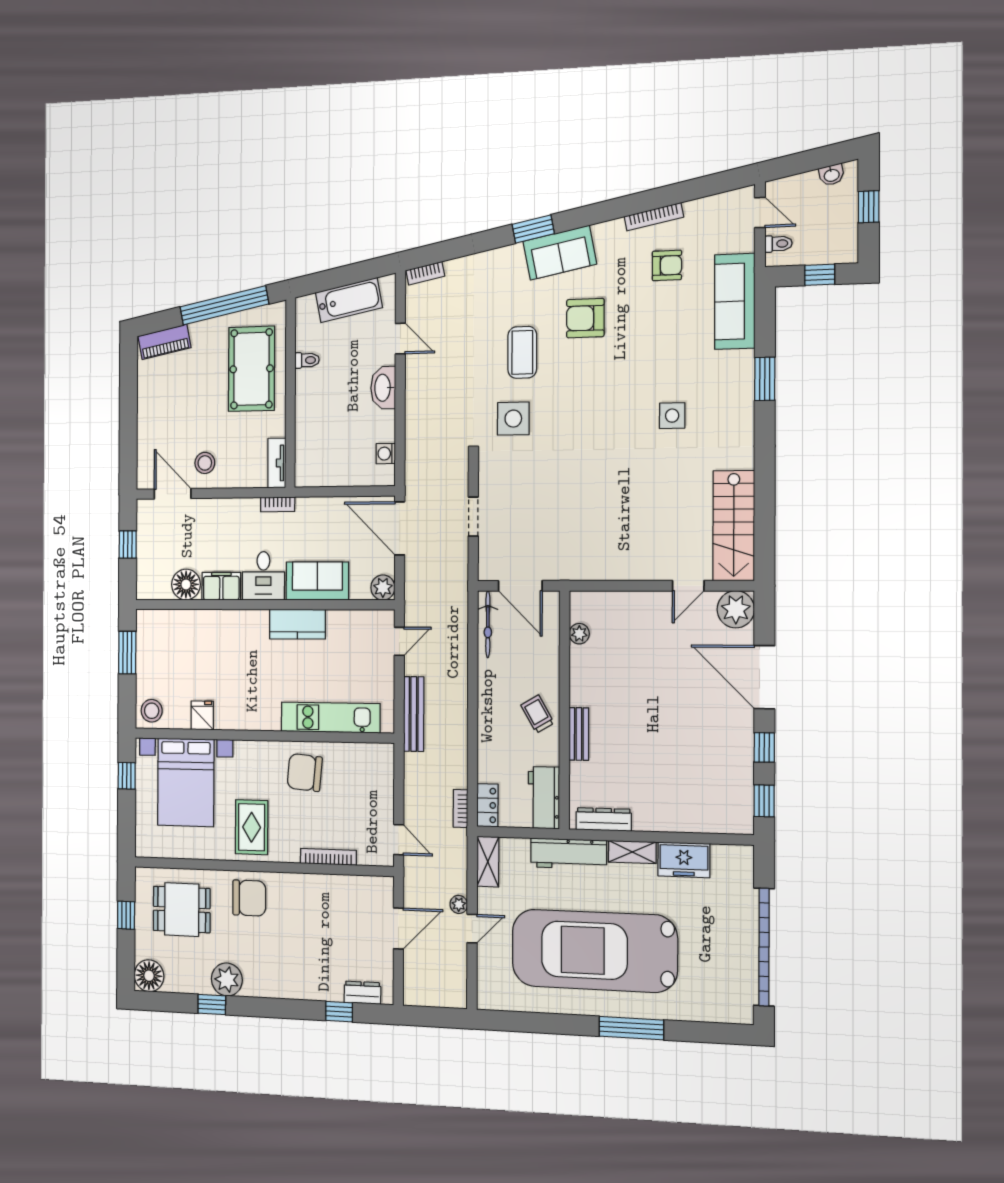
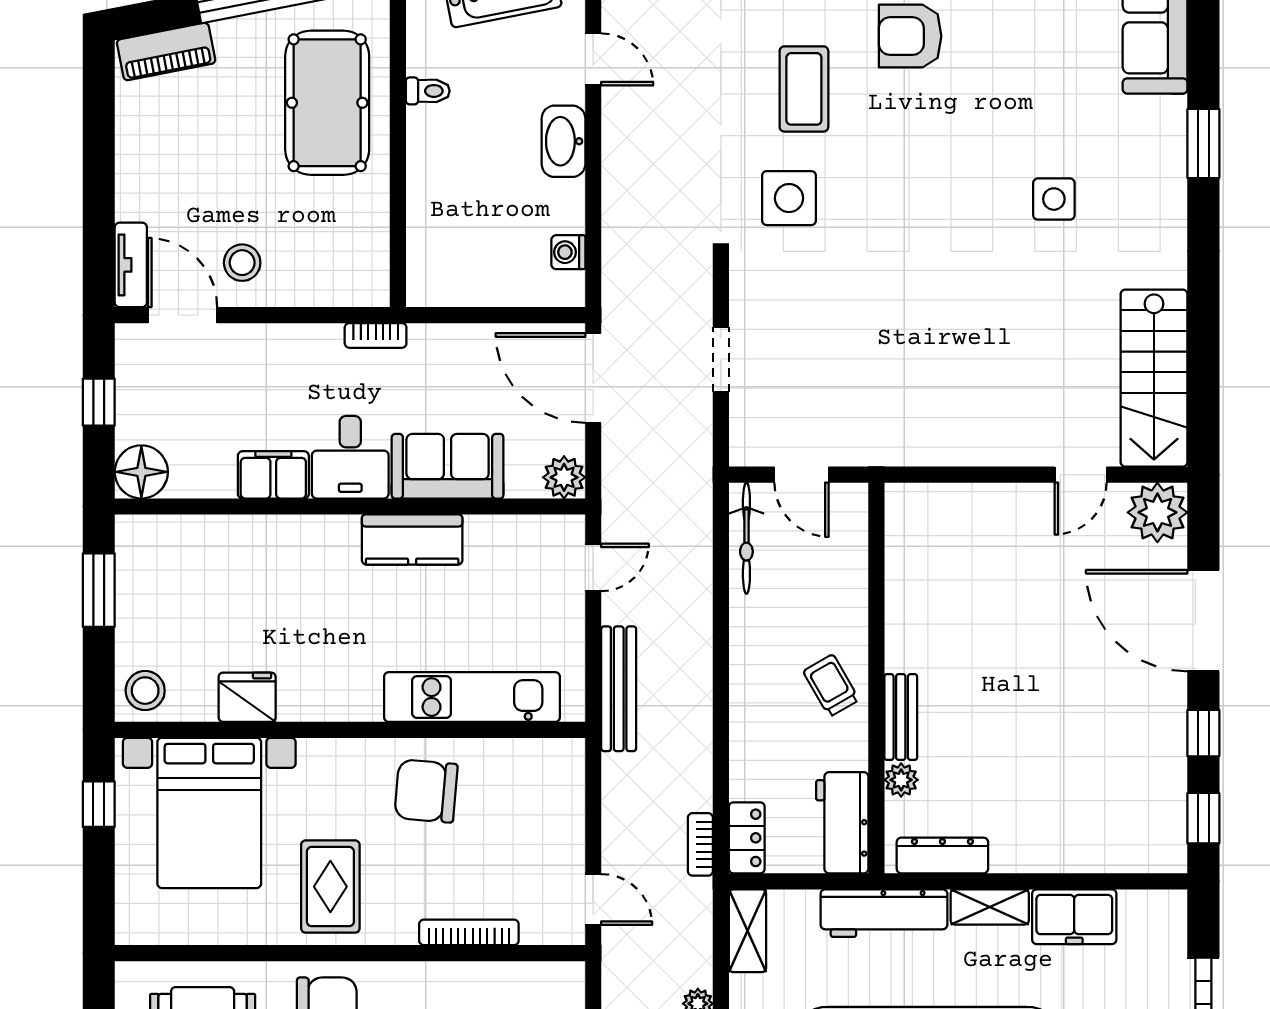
tv unit: (277, 463) -> (131, 265), moved, turned 180
floor lamp: (186, 584) -> (141, 472), moved
door: (520, 586) -> (802, 475), width x0.73
plant: (579, 634) -> (901, 780), moved
fridge: (202, 715) -> (247, 697), width x1.38

